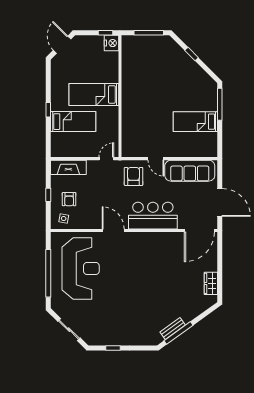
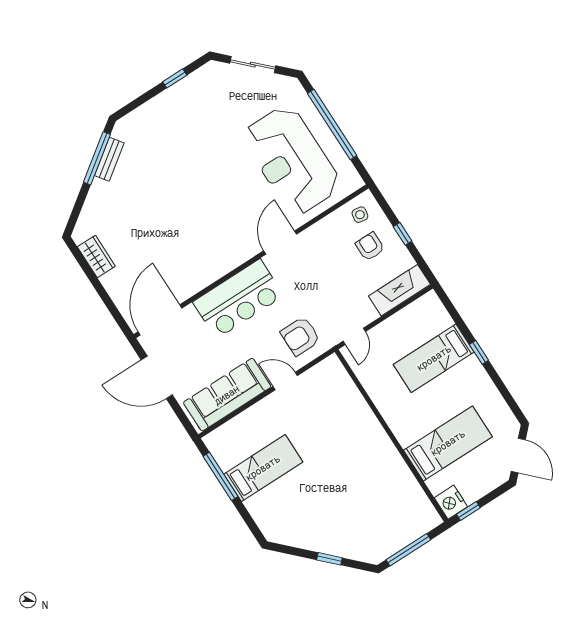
bed: (94, 94) -> (448, 443), moved
window: (220, 104) -> (221, 476), moved
armchair: (134, 176) -> (300, 336), turned 90
door: (113, 230) -> (280, 242), swing flipped

